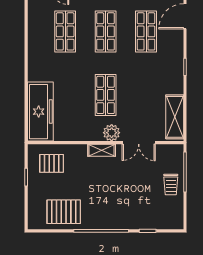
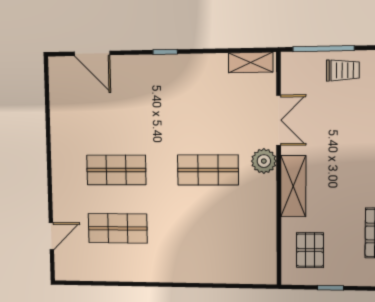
shop shelf: (146, 31) -> (115, 111), removed
freezer: (40, 112) -> (233, 265), removed
shelving: (175, 117) -> (251, 62), width x0.67, depth x0.75
shelving: (102, 150) -> (293, 186), width x1.50, depth x1.33

